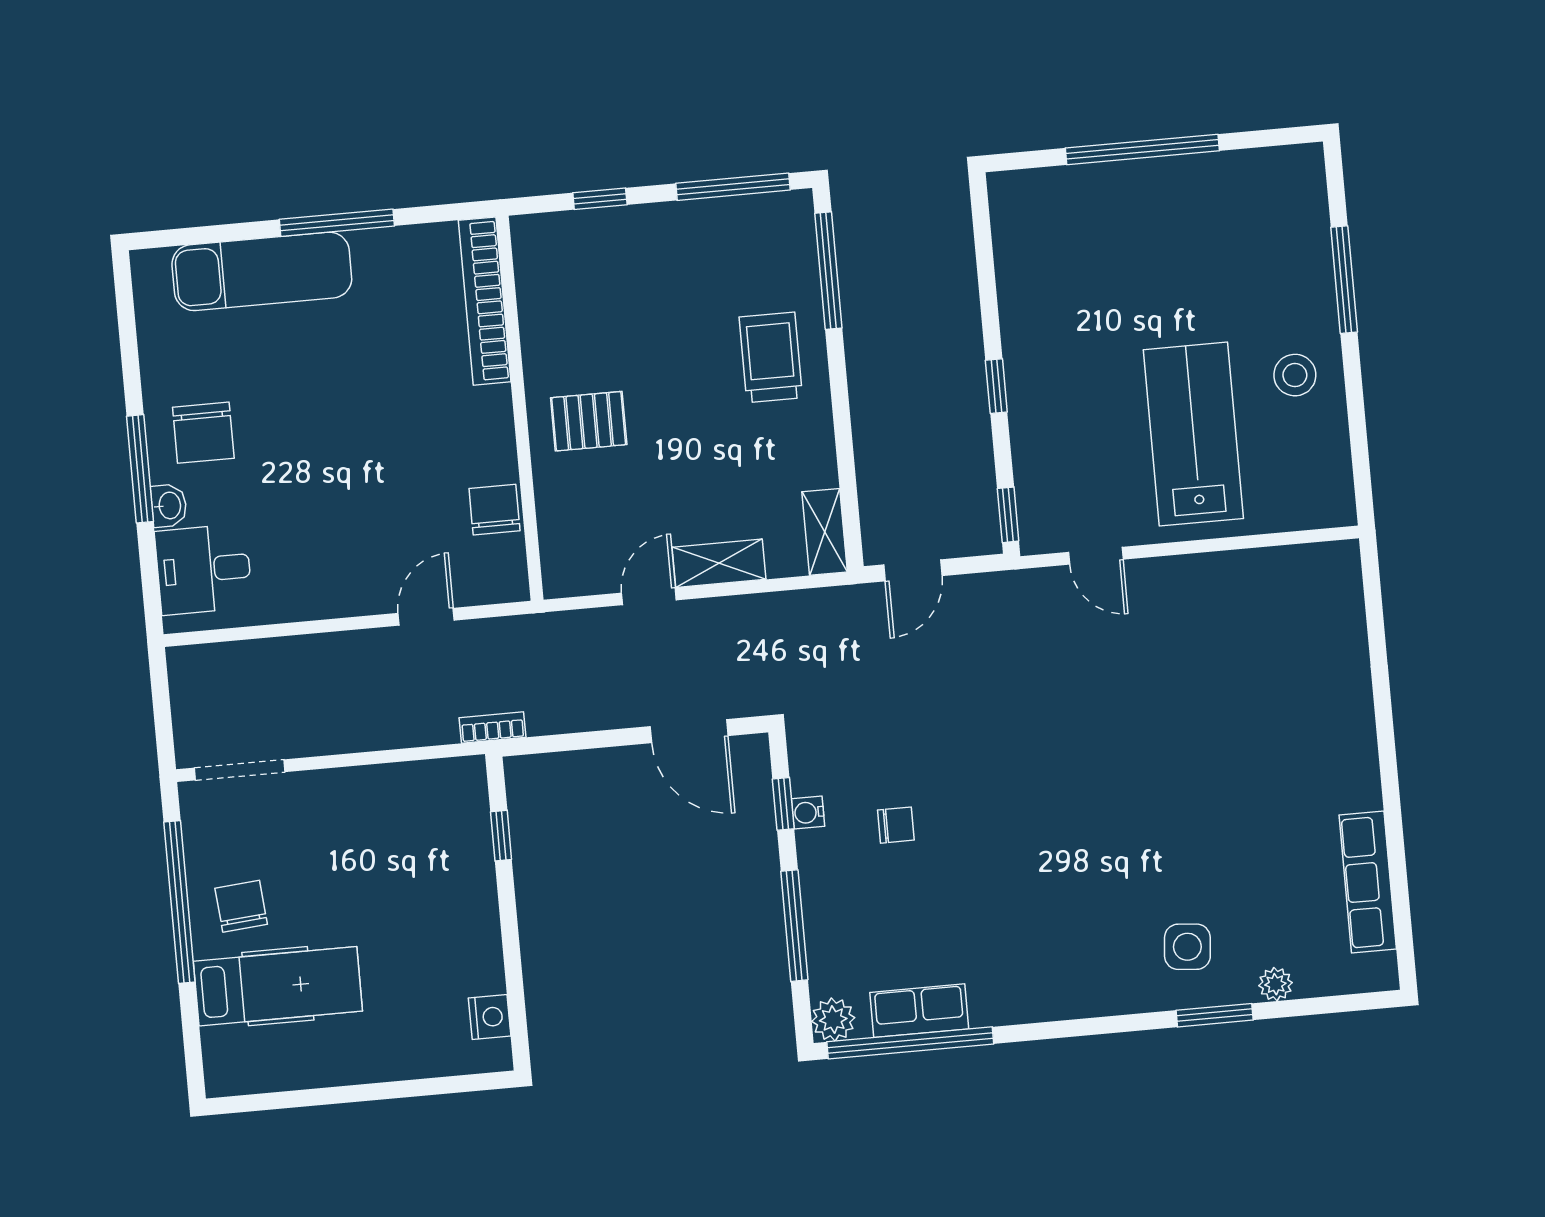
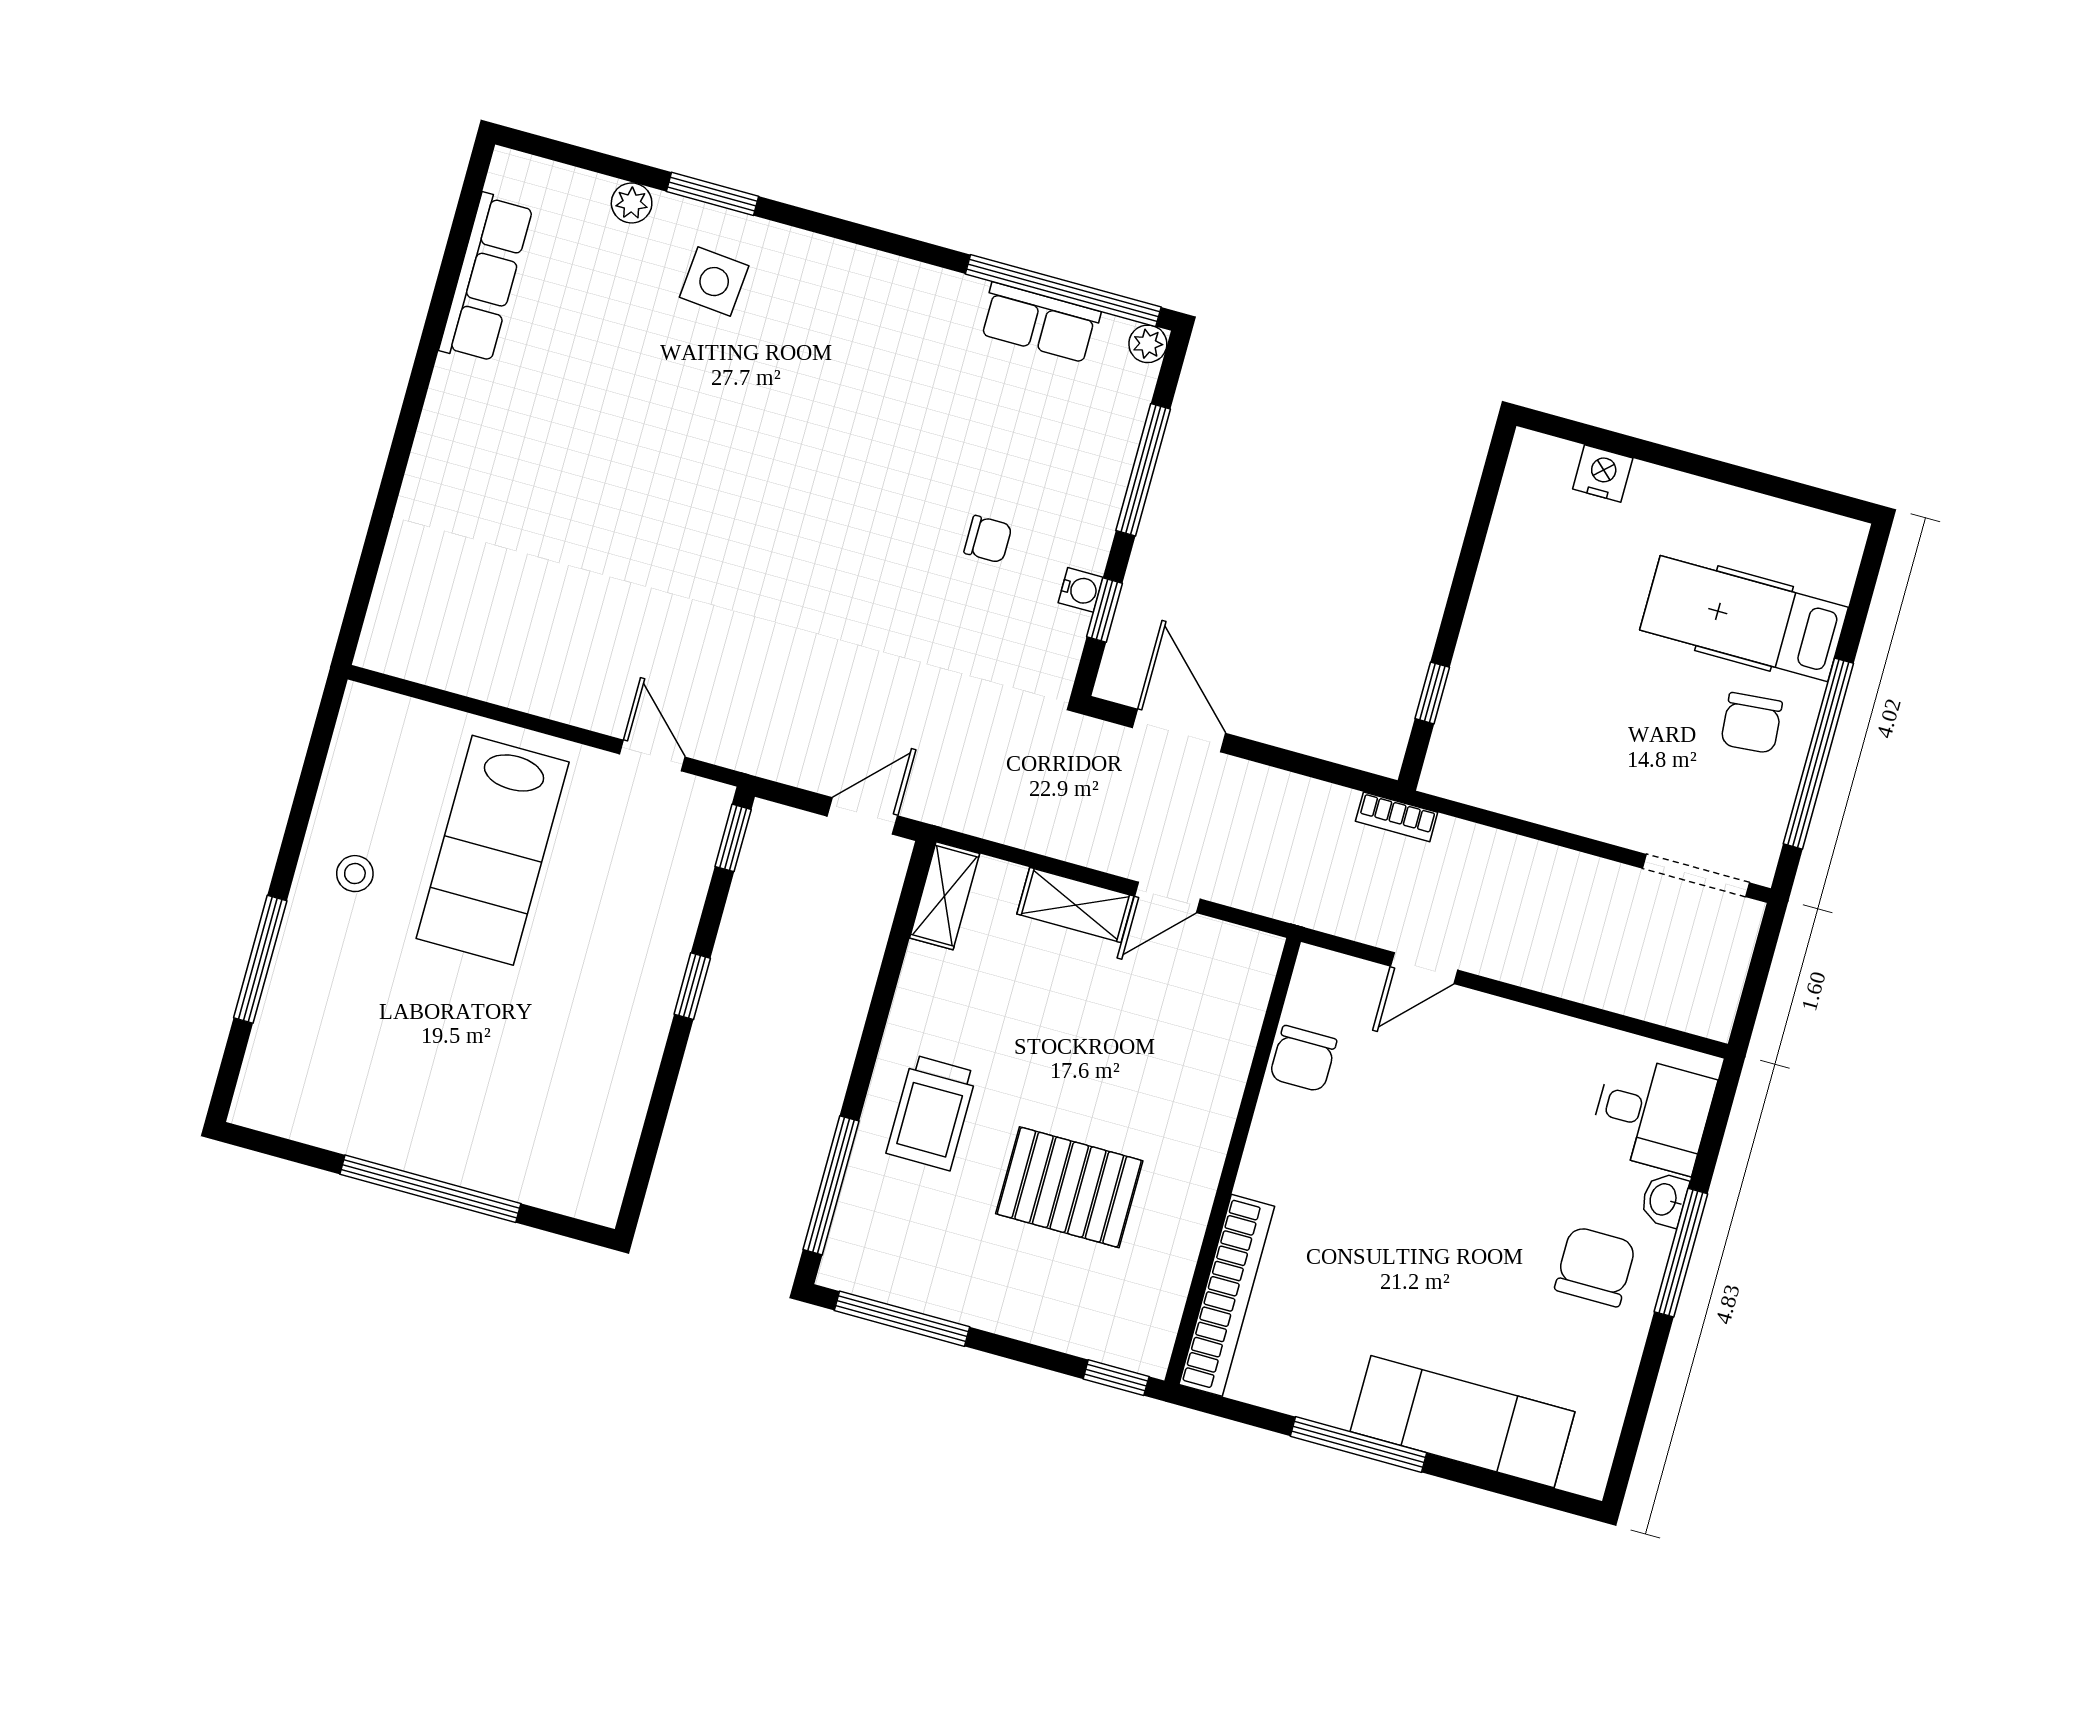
window: (600, 199) -> (1116, 1378), moved
stool: (1295, 375) -> (355, 874), width x0.73, depth x0.73
pallet: (589, 421) -> (1069, 1187), moved, width x1.50, depth x1.42
chair: (896, 825) -> (988, 539), turned 180
nightstand: (490, 1017) -> (1603, 473), moved, turned 90
plant: (833, 1020) -> (1148, 344), width x0.73, depth x0.73

